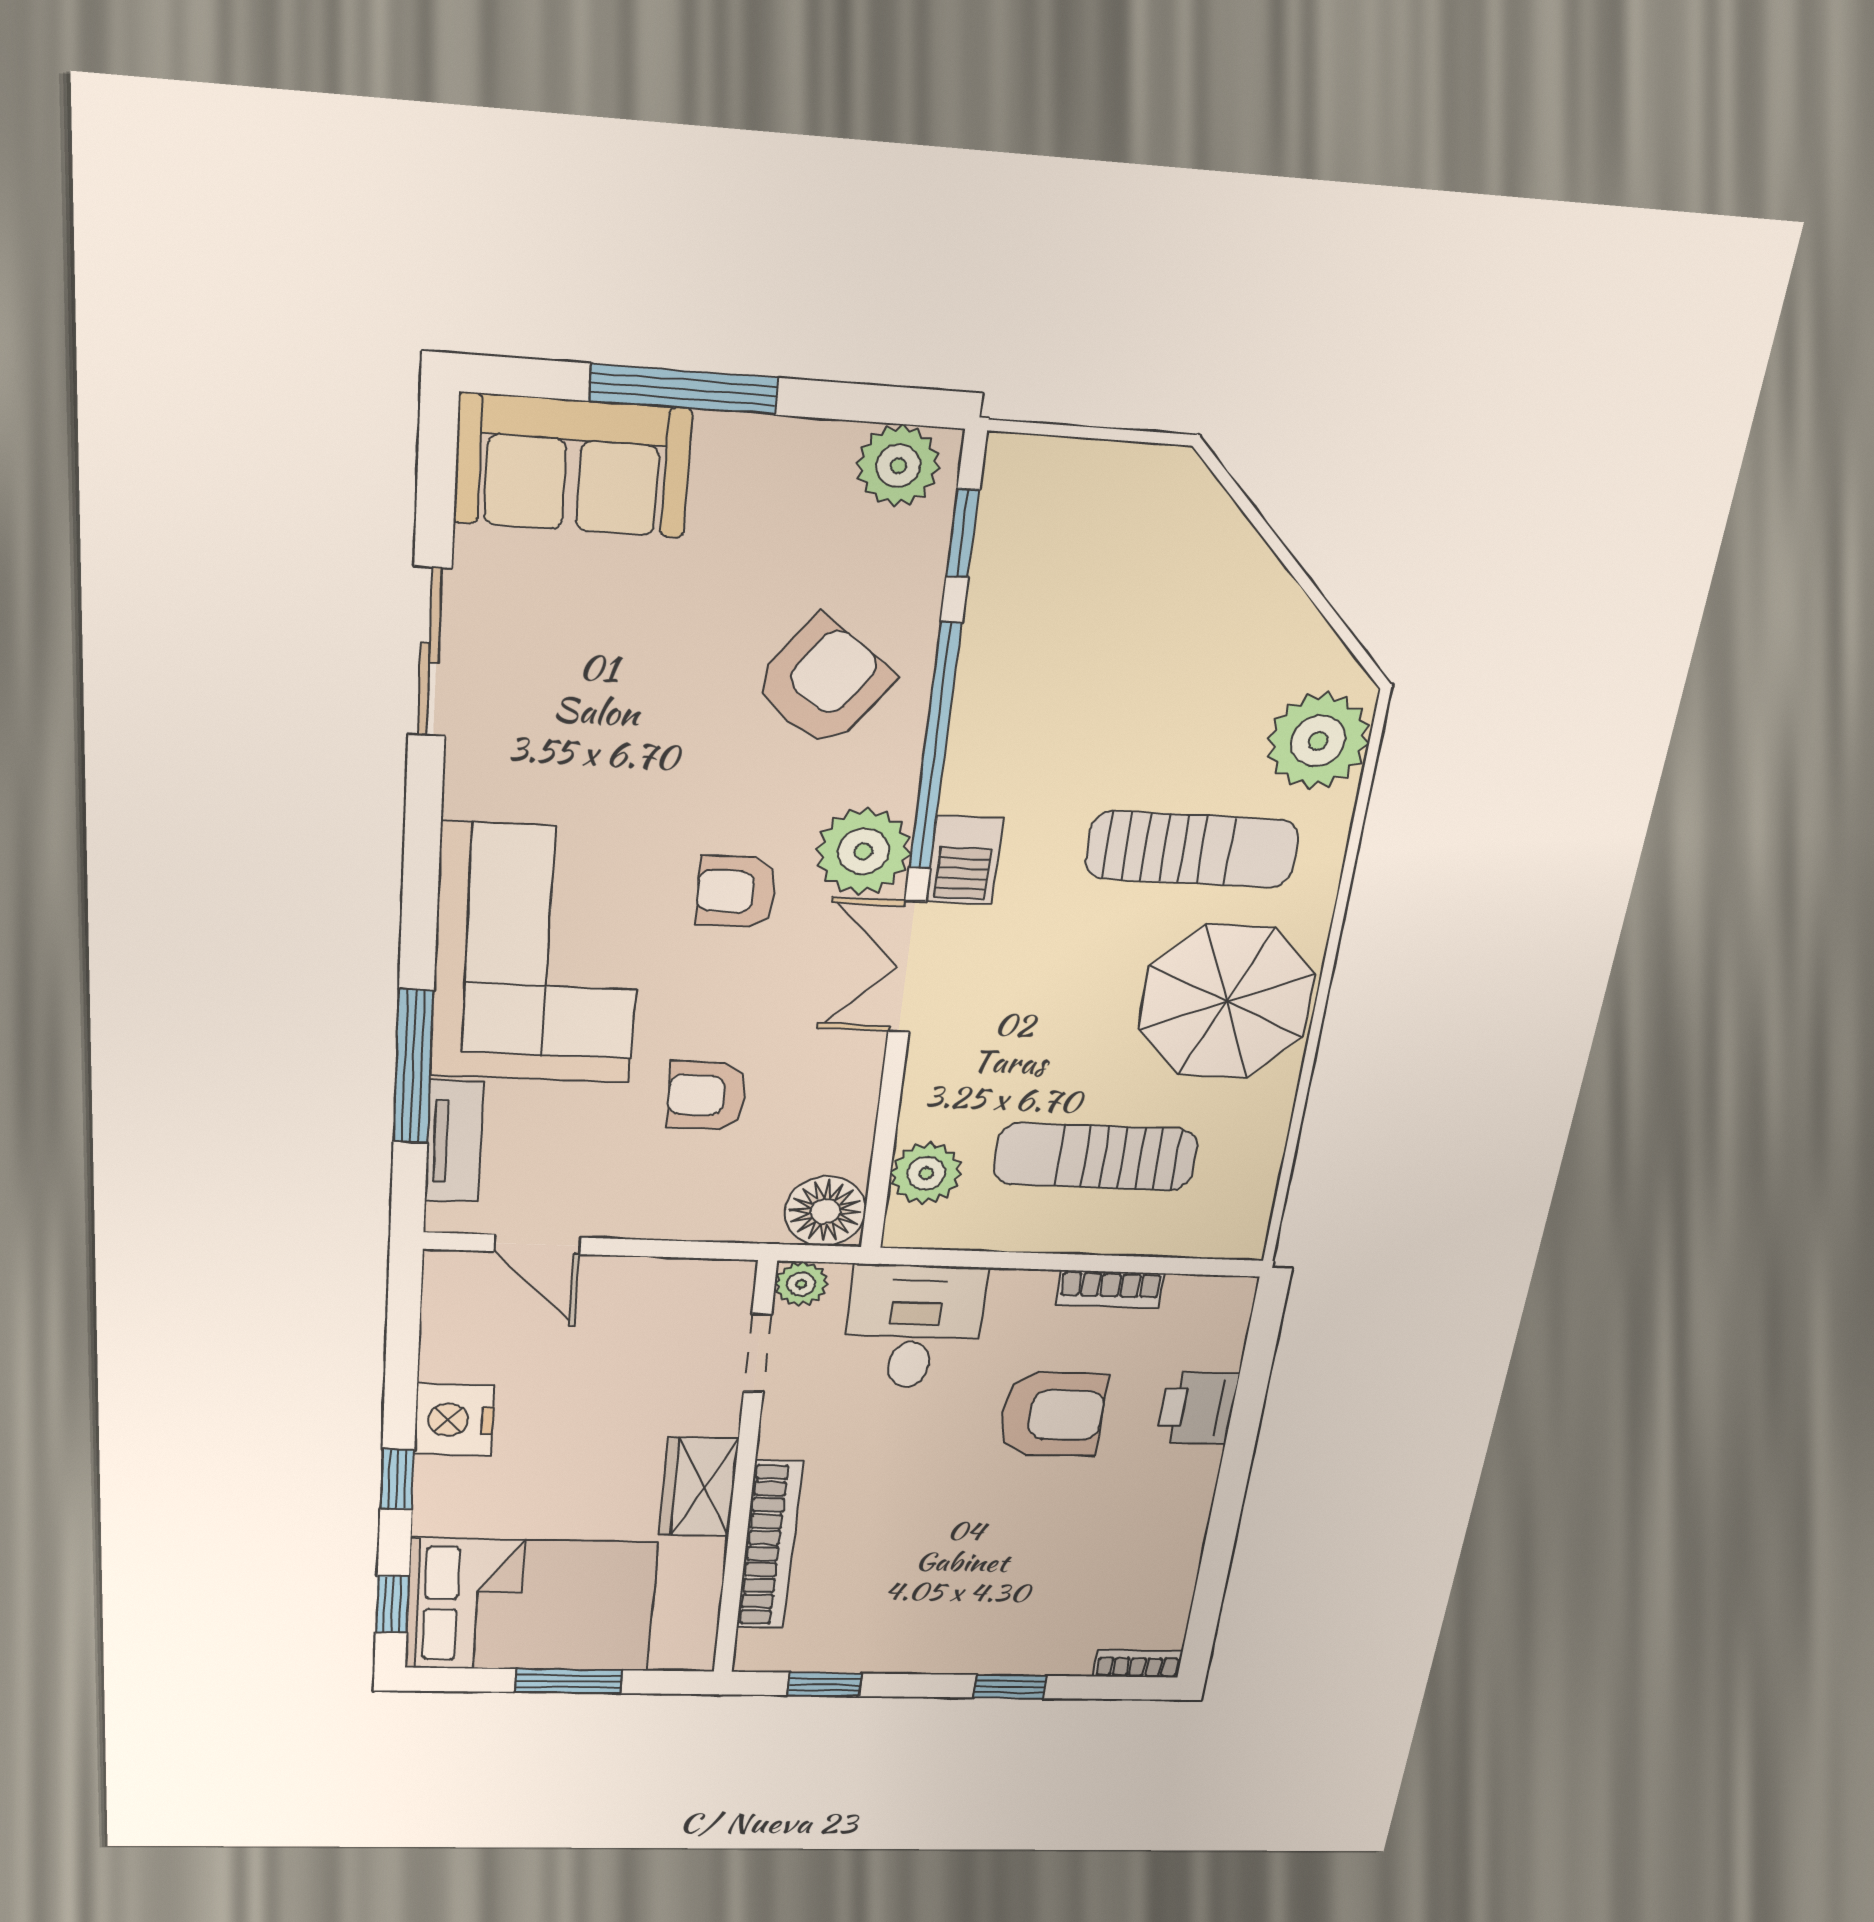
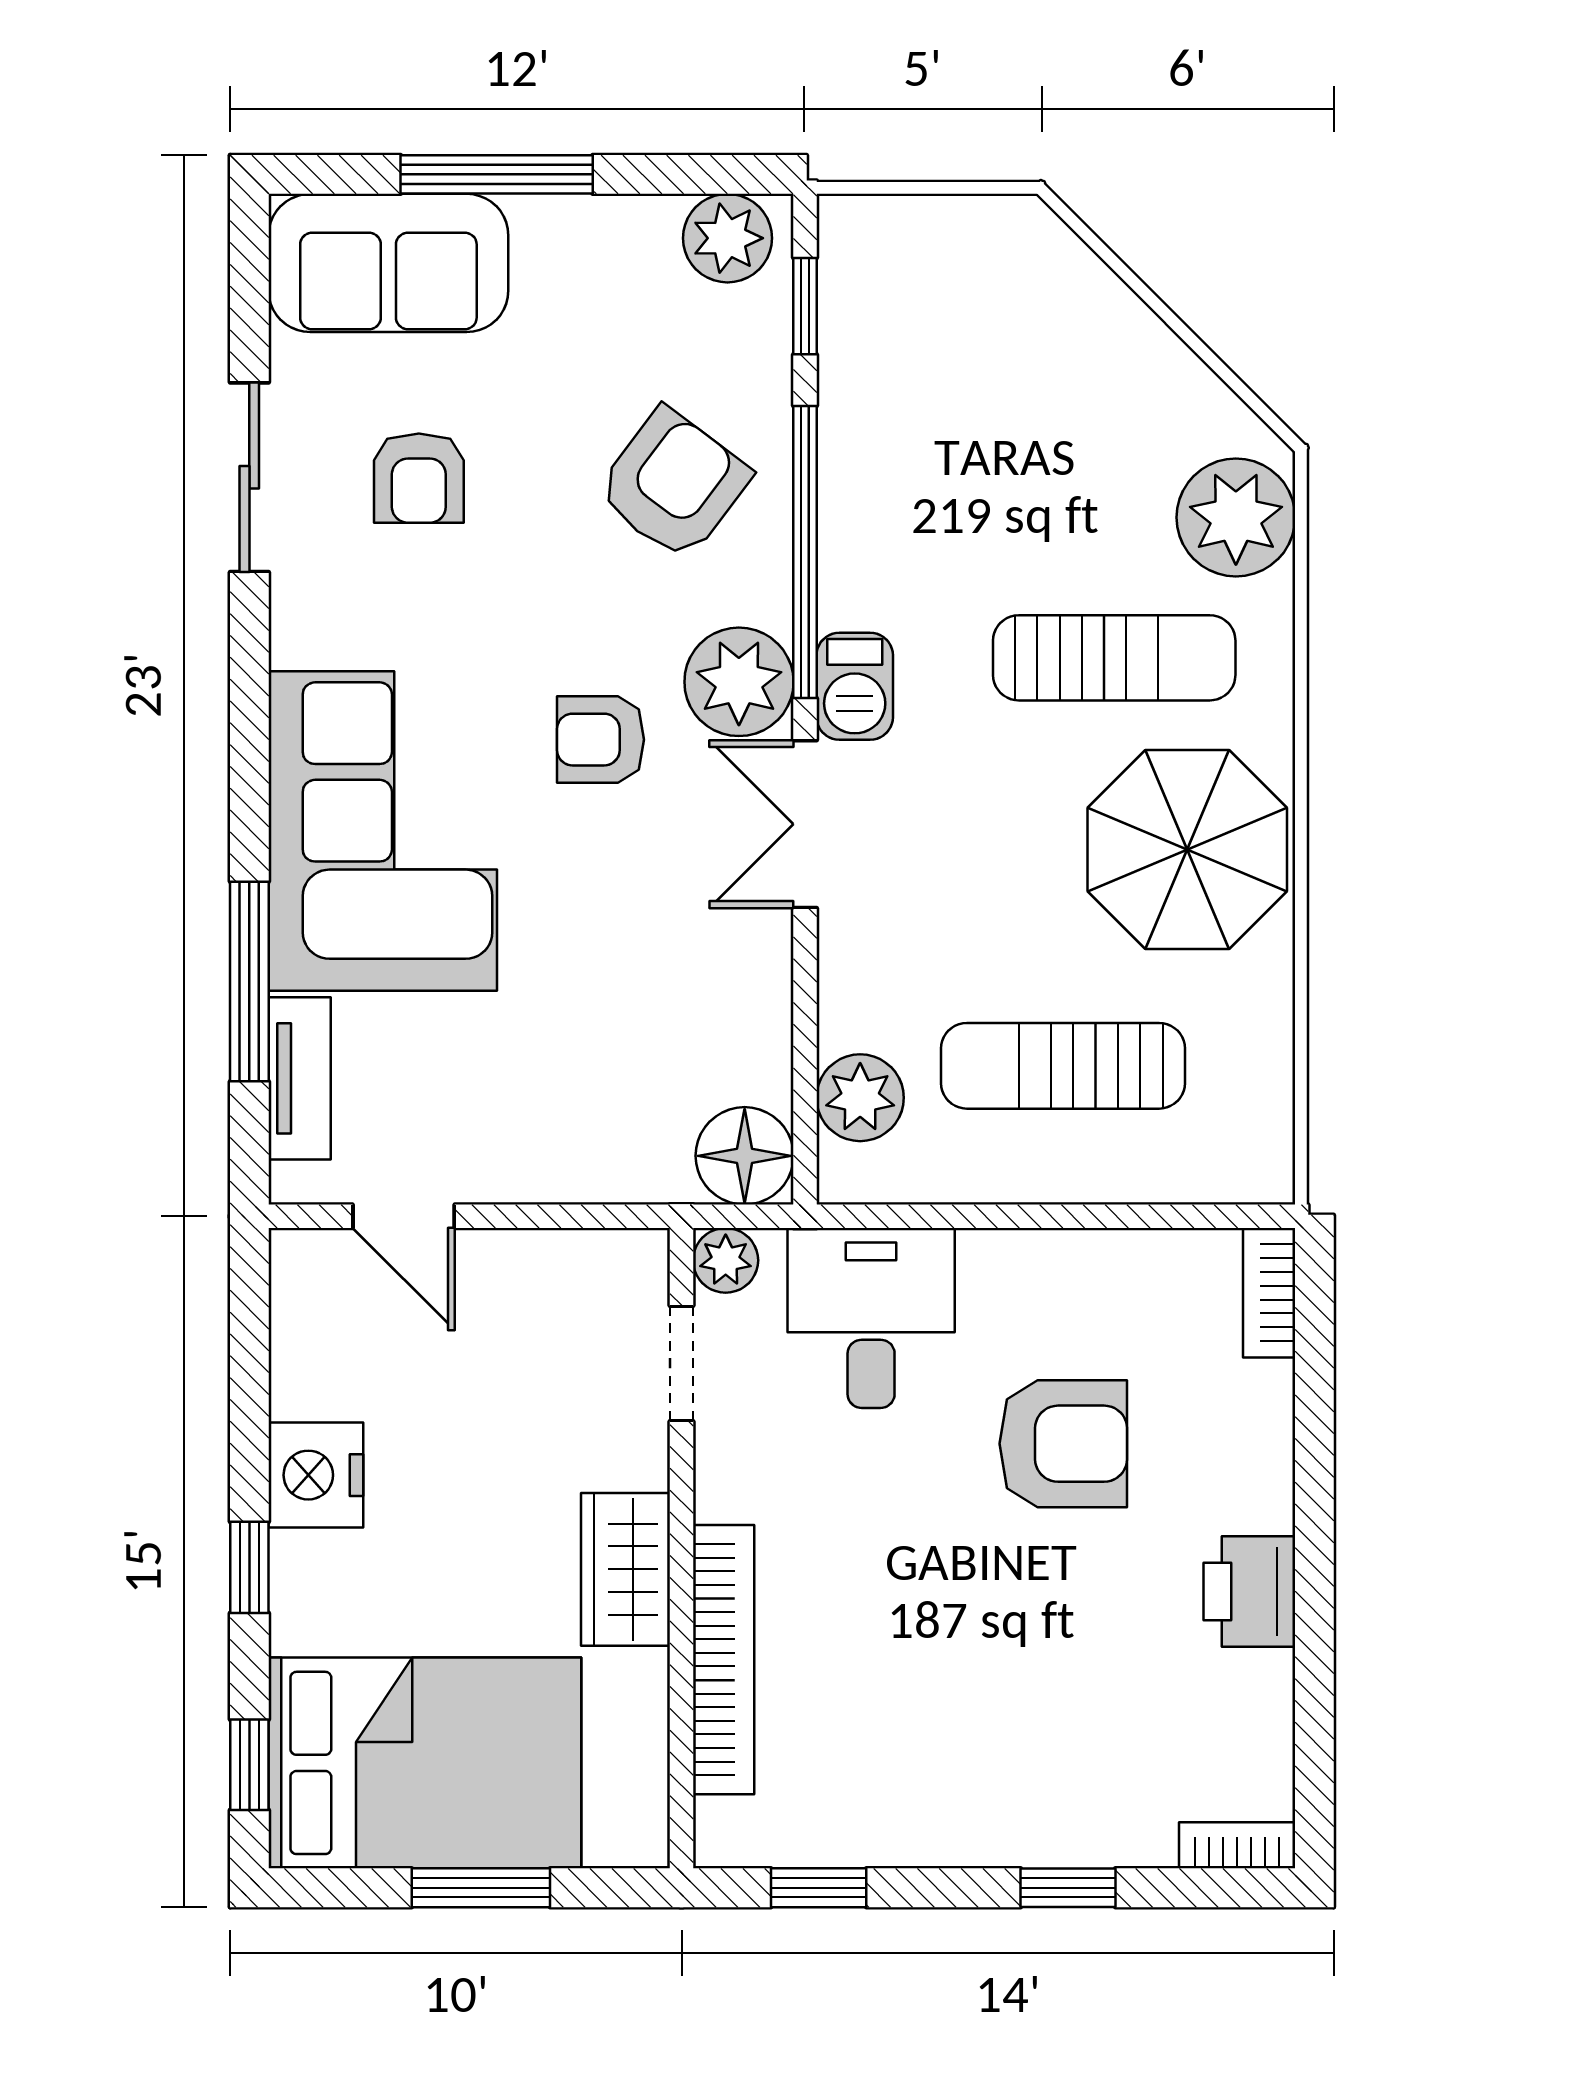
armchair: (707, 1095) -> (419, 478), moved, turned -90
bookcase: (1110, 1289) -> (1269, 1293), moved, turned 90
printer: (1198, 1408) -> (1249, 1591), moved

